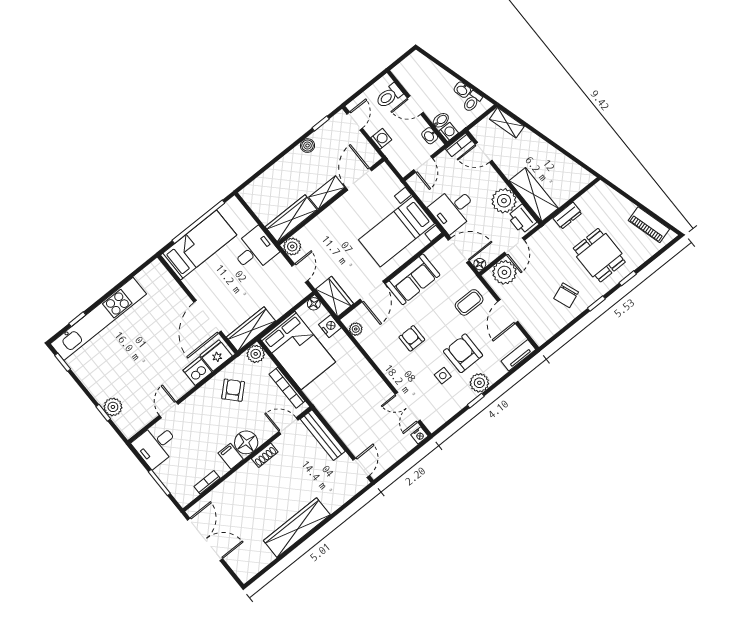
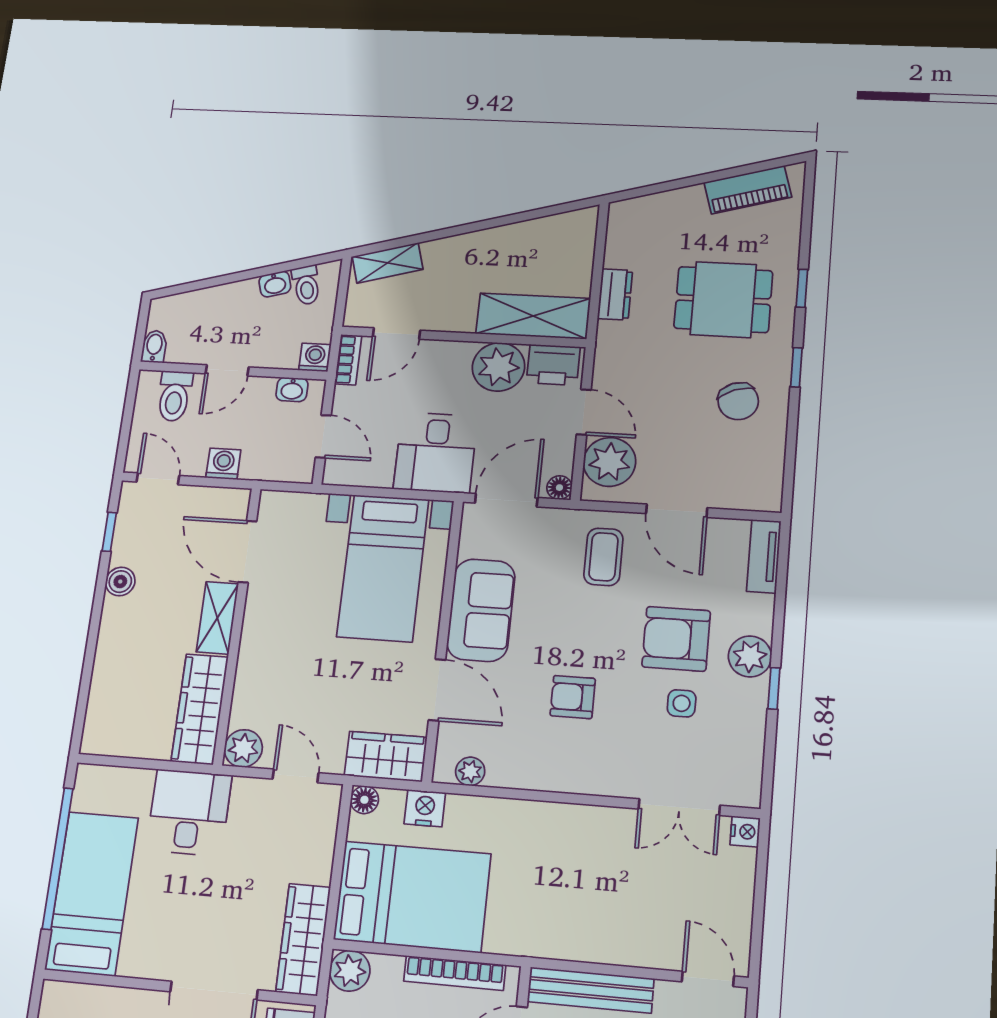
bidet: (441, 120) -> (154, 346), moved

